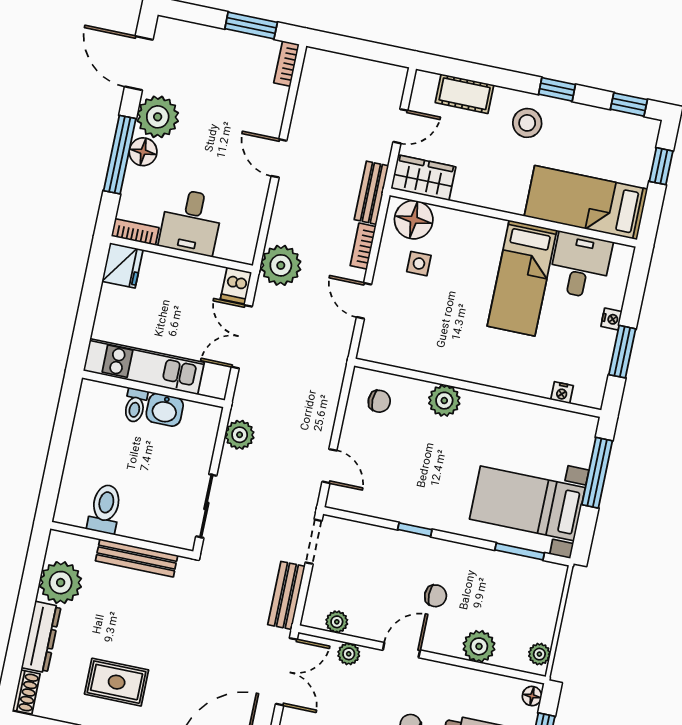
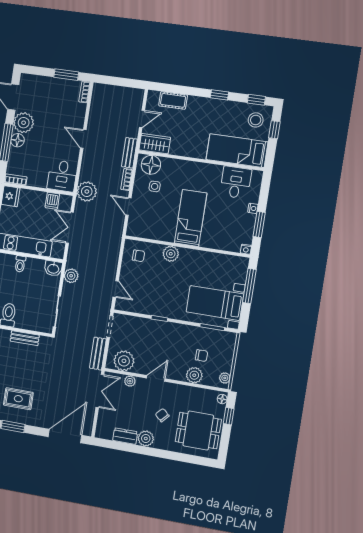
stool: (527, 123) -> (256, 120), moved
desk: (191, 222) -> (62, 176), moved
bed: (522, 278) -> (191, 218), moved, turned 180
dishwasher: (236, 286) -> (52, 201), moved
nightstand: (562, 393) -> (246, 249), moved
washbasin: (165, 410) -> (53, 268), moved
bench: (137, 558) -> (25, 338), width x0.73
chair: (436, 596) -> (202, 356), moved
plant: (337, 622) -> (124, 361), width x1.87, depth x1.87

